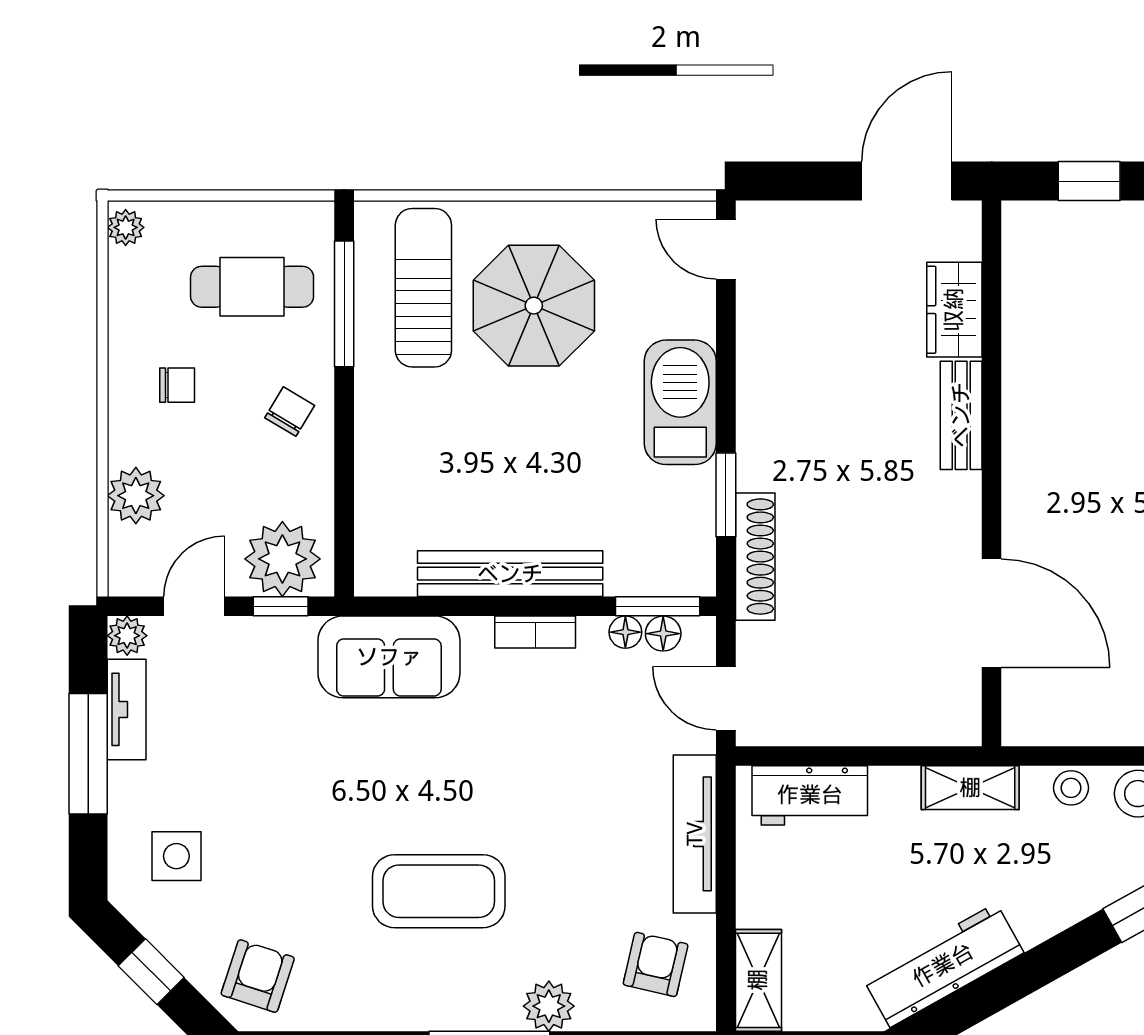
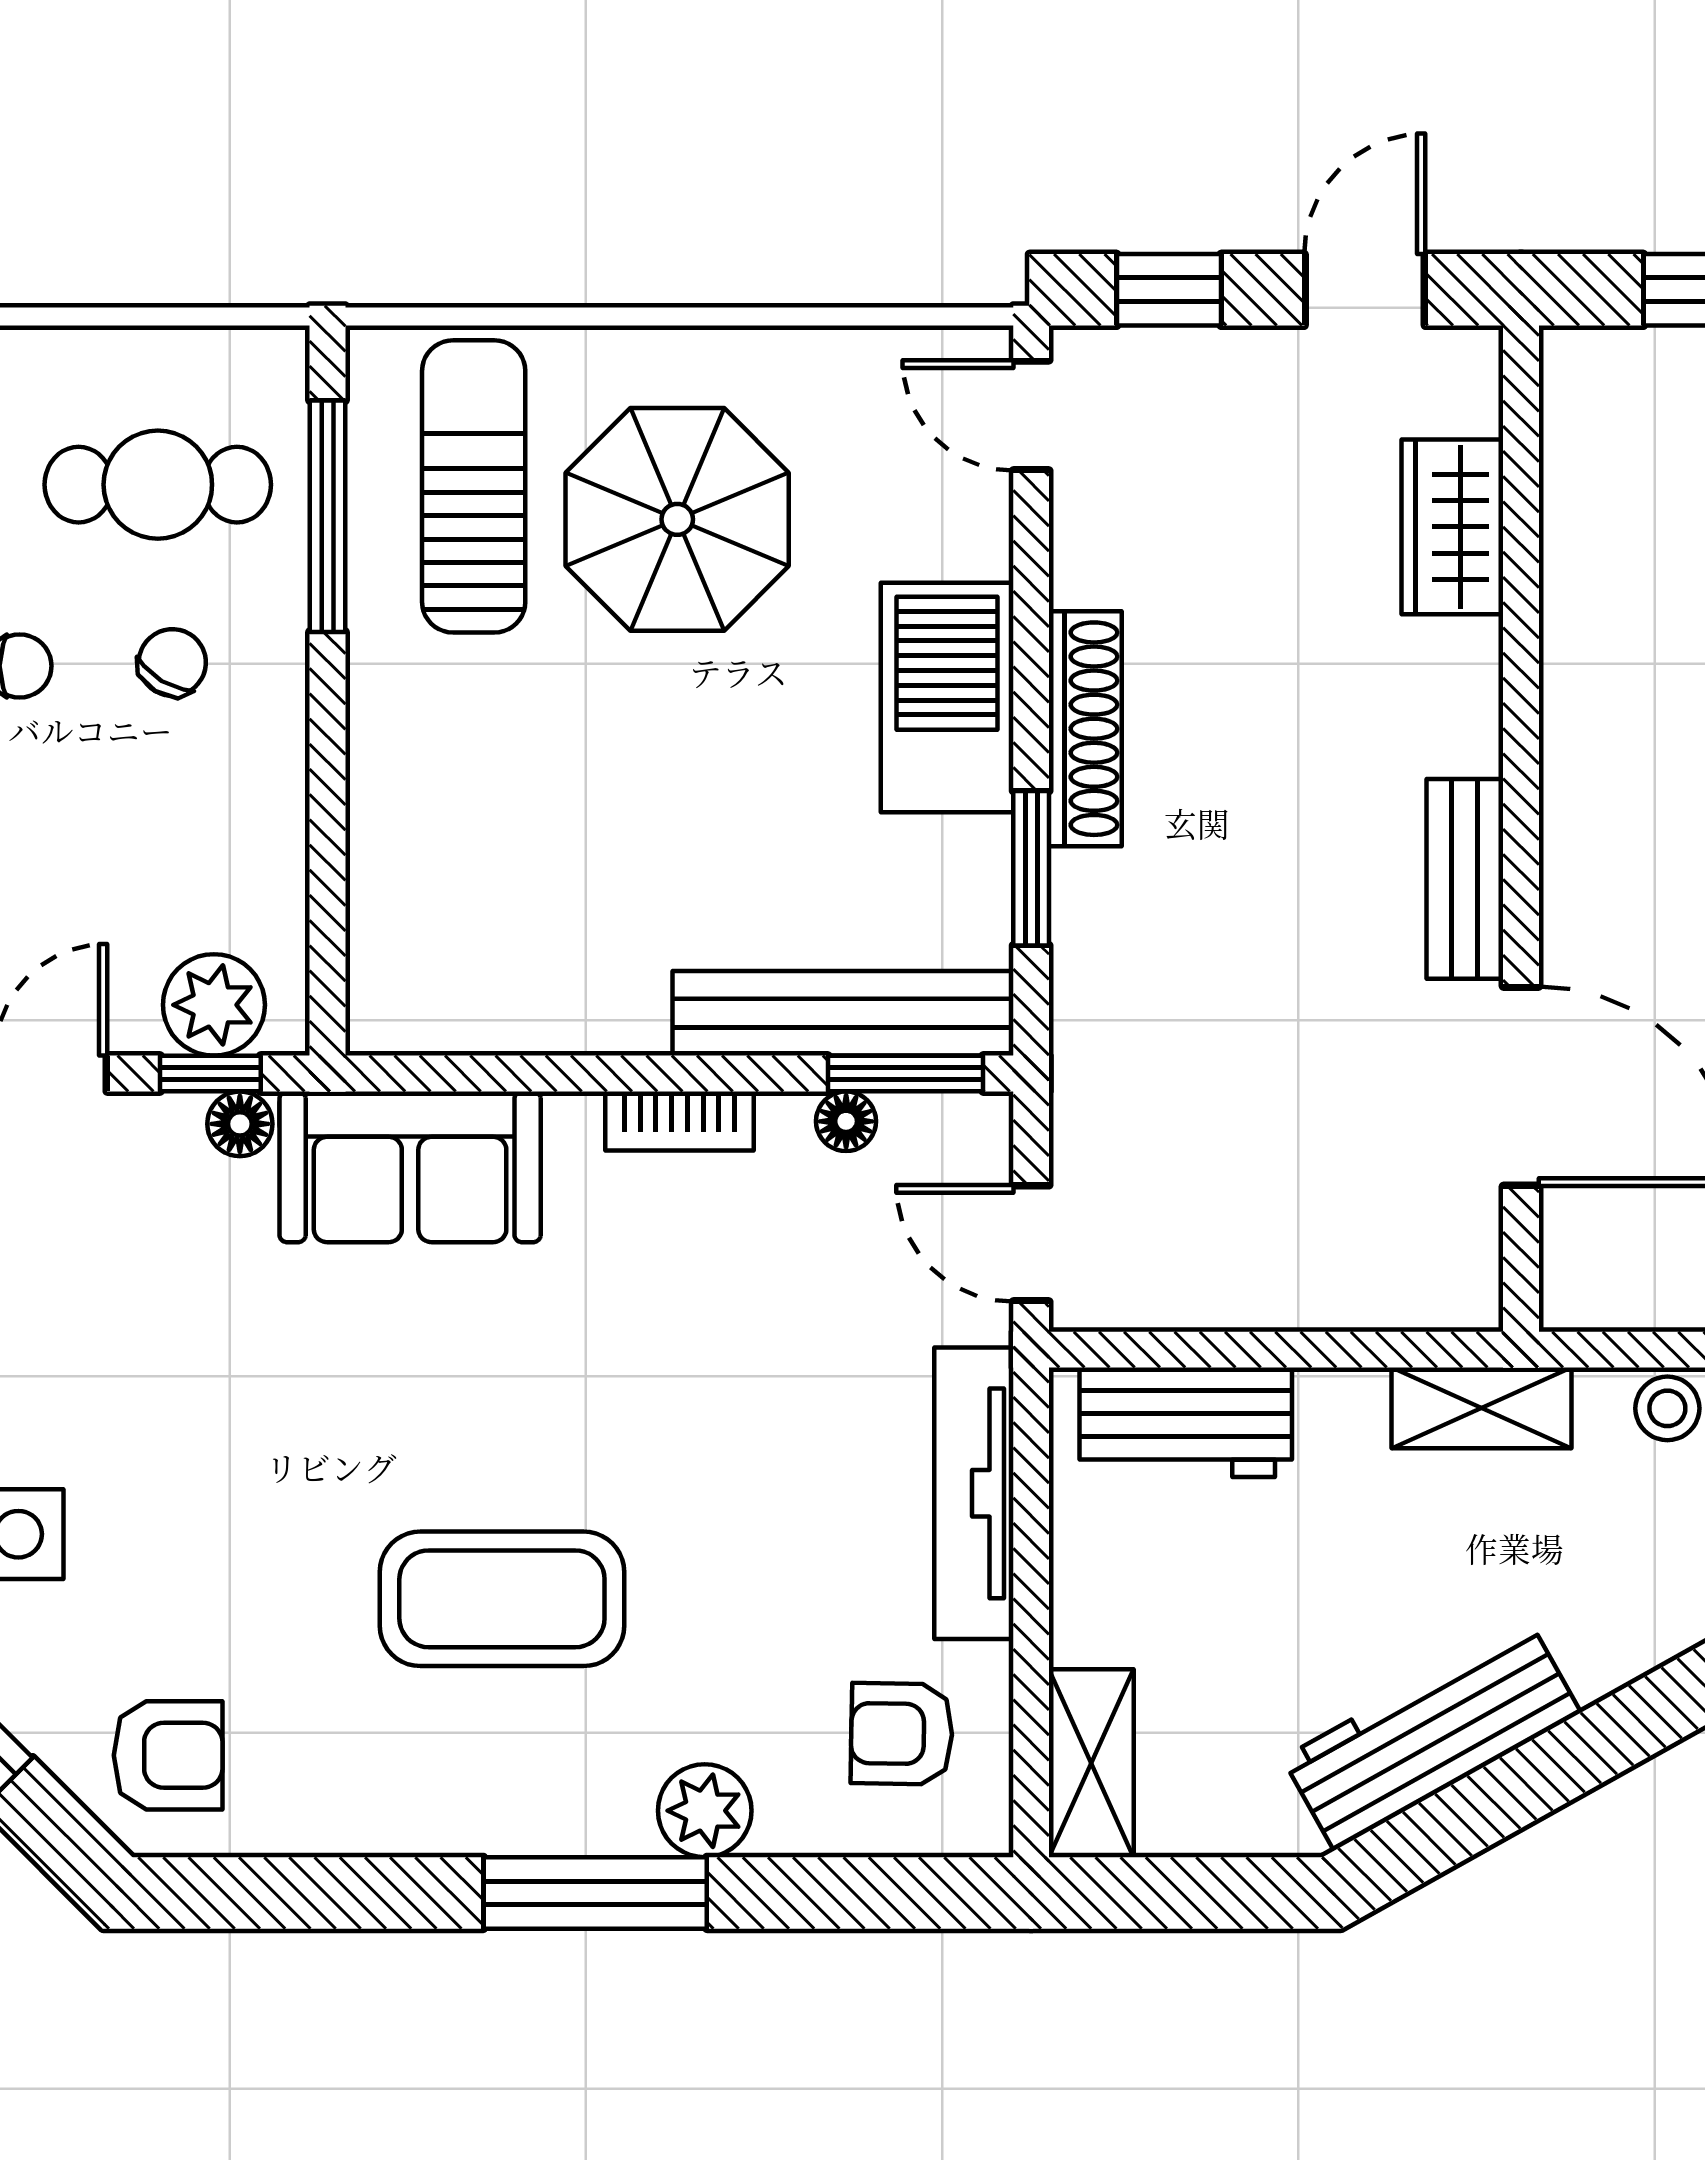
window: (801, 181) -> (1169, 290), added
door: (907, 181) -> (1365, 290), width x0.73
chair: (290, 412) -> (172, 662), moved
bench: (961, 415) -> (1465, 879), moved
shoe rack: (755, 557) -> (1085, 729), moved
plant: (282, 559) -> (214, 1005), width x0.73, depth x0.73
bench: (510, 574) -> (843, 1013), moved
floor lamp: (663, 634) -> (240, 1124), moved
armchair: (656, 964) -> (902, 1734), turned -102
armchair: (258, 976) -> (168, 1755), turned 72

